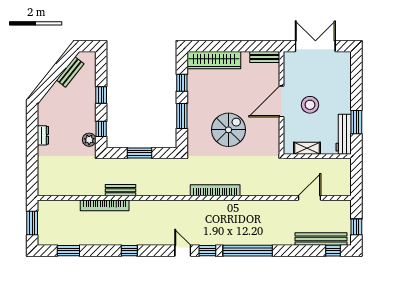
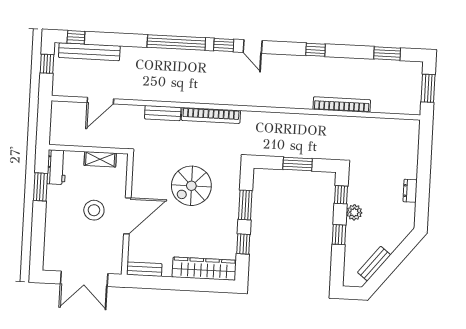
workbench: (344, 134) -> (57, 167), width x0.73
plant: (89, 140) -> (354, 212), moved
bench: (121, 190) -> (163, 113), moved

